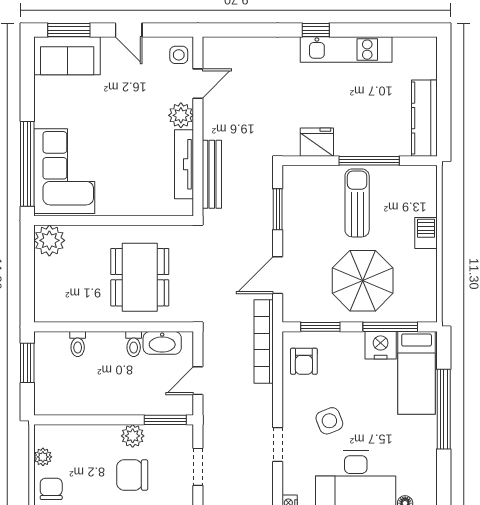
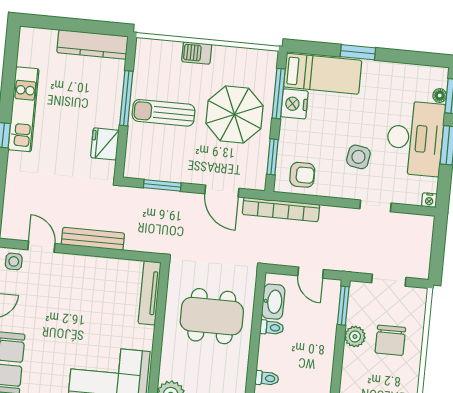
plant: (181, 115) -> (69, 265), removed
tv unit: (184, 164) -> (150, 293), moved, turned 90
bench: (212, 174) -> (93, 239), moved
window: (444, 409) -> (358, 52), width x0.47
side table: (329, 421) -> (358, 157), turned 32

